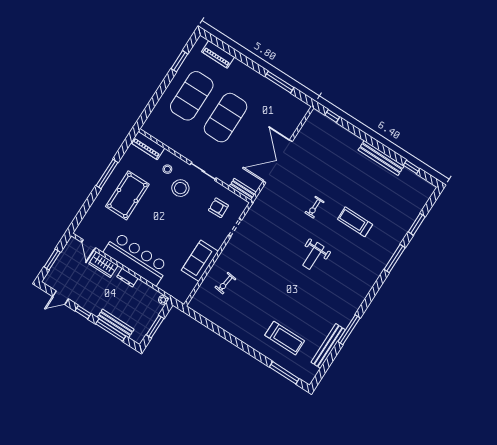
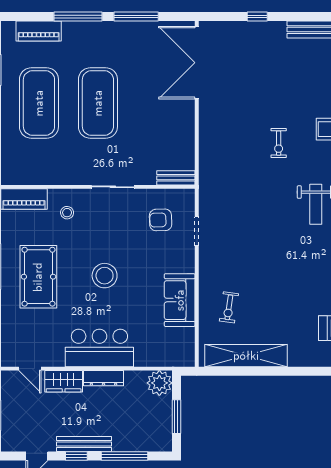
window: (246, 61) -> (78, 17), added
window: (332, 116) -> (257, 17), moved
double door: (278, 161) -> (197, 63), moved
stool: (180, 188) -> (105, 276), moved
bar counter: (136, 259) -> (99, 348), width x0.73
dresser: (127, 278) -> (103, 378), width x1.44
plant: (163, 300) -> (159, 383), width x1.87, depth x1.87
shelving: (217, 317) -> (246, 356), added
bench: (116, 323) -> (84, 444), moved

